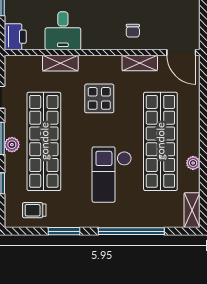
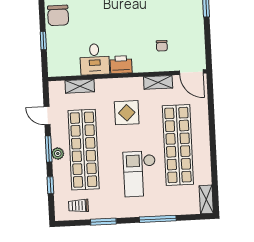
chair: (133, 31) -> (162, 46), moved
printer: (15, 37) -> (121, 65), moved, turned -90
shelving: (60, 63) -> (80, 86), moved
plant: (193, 163) -> (205, 161), removed
window: (131, 231) -> (158, 219), width x0.68

